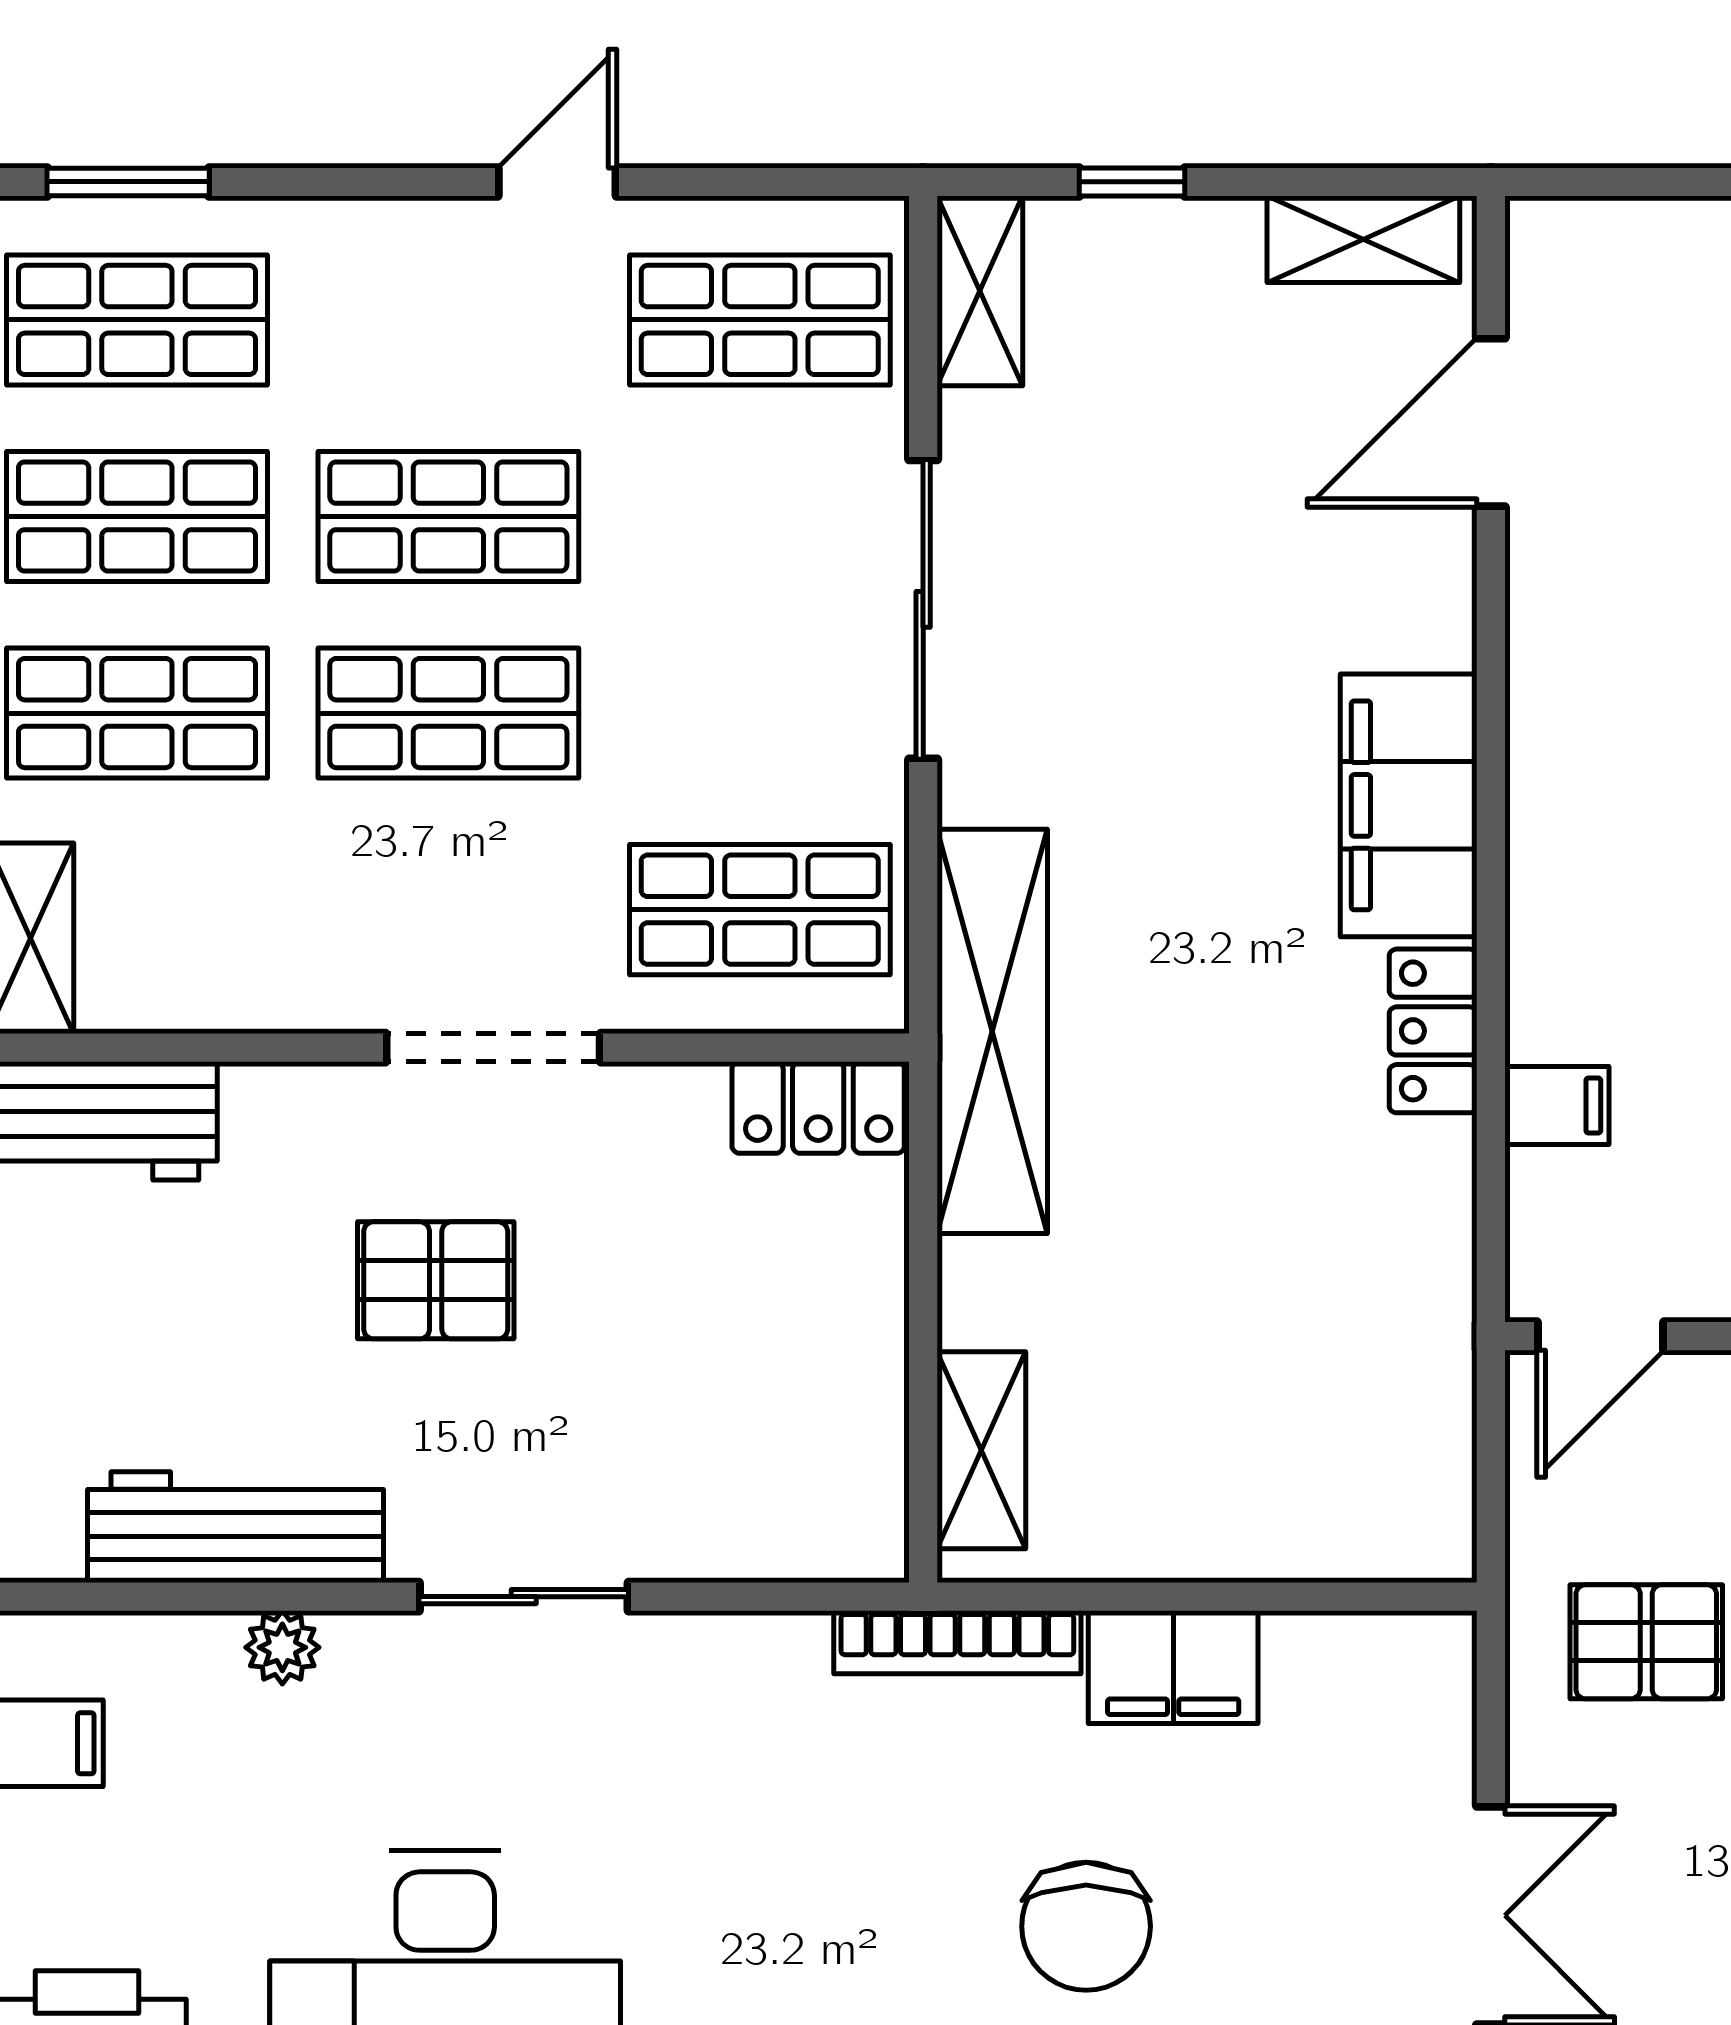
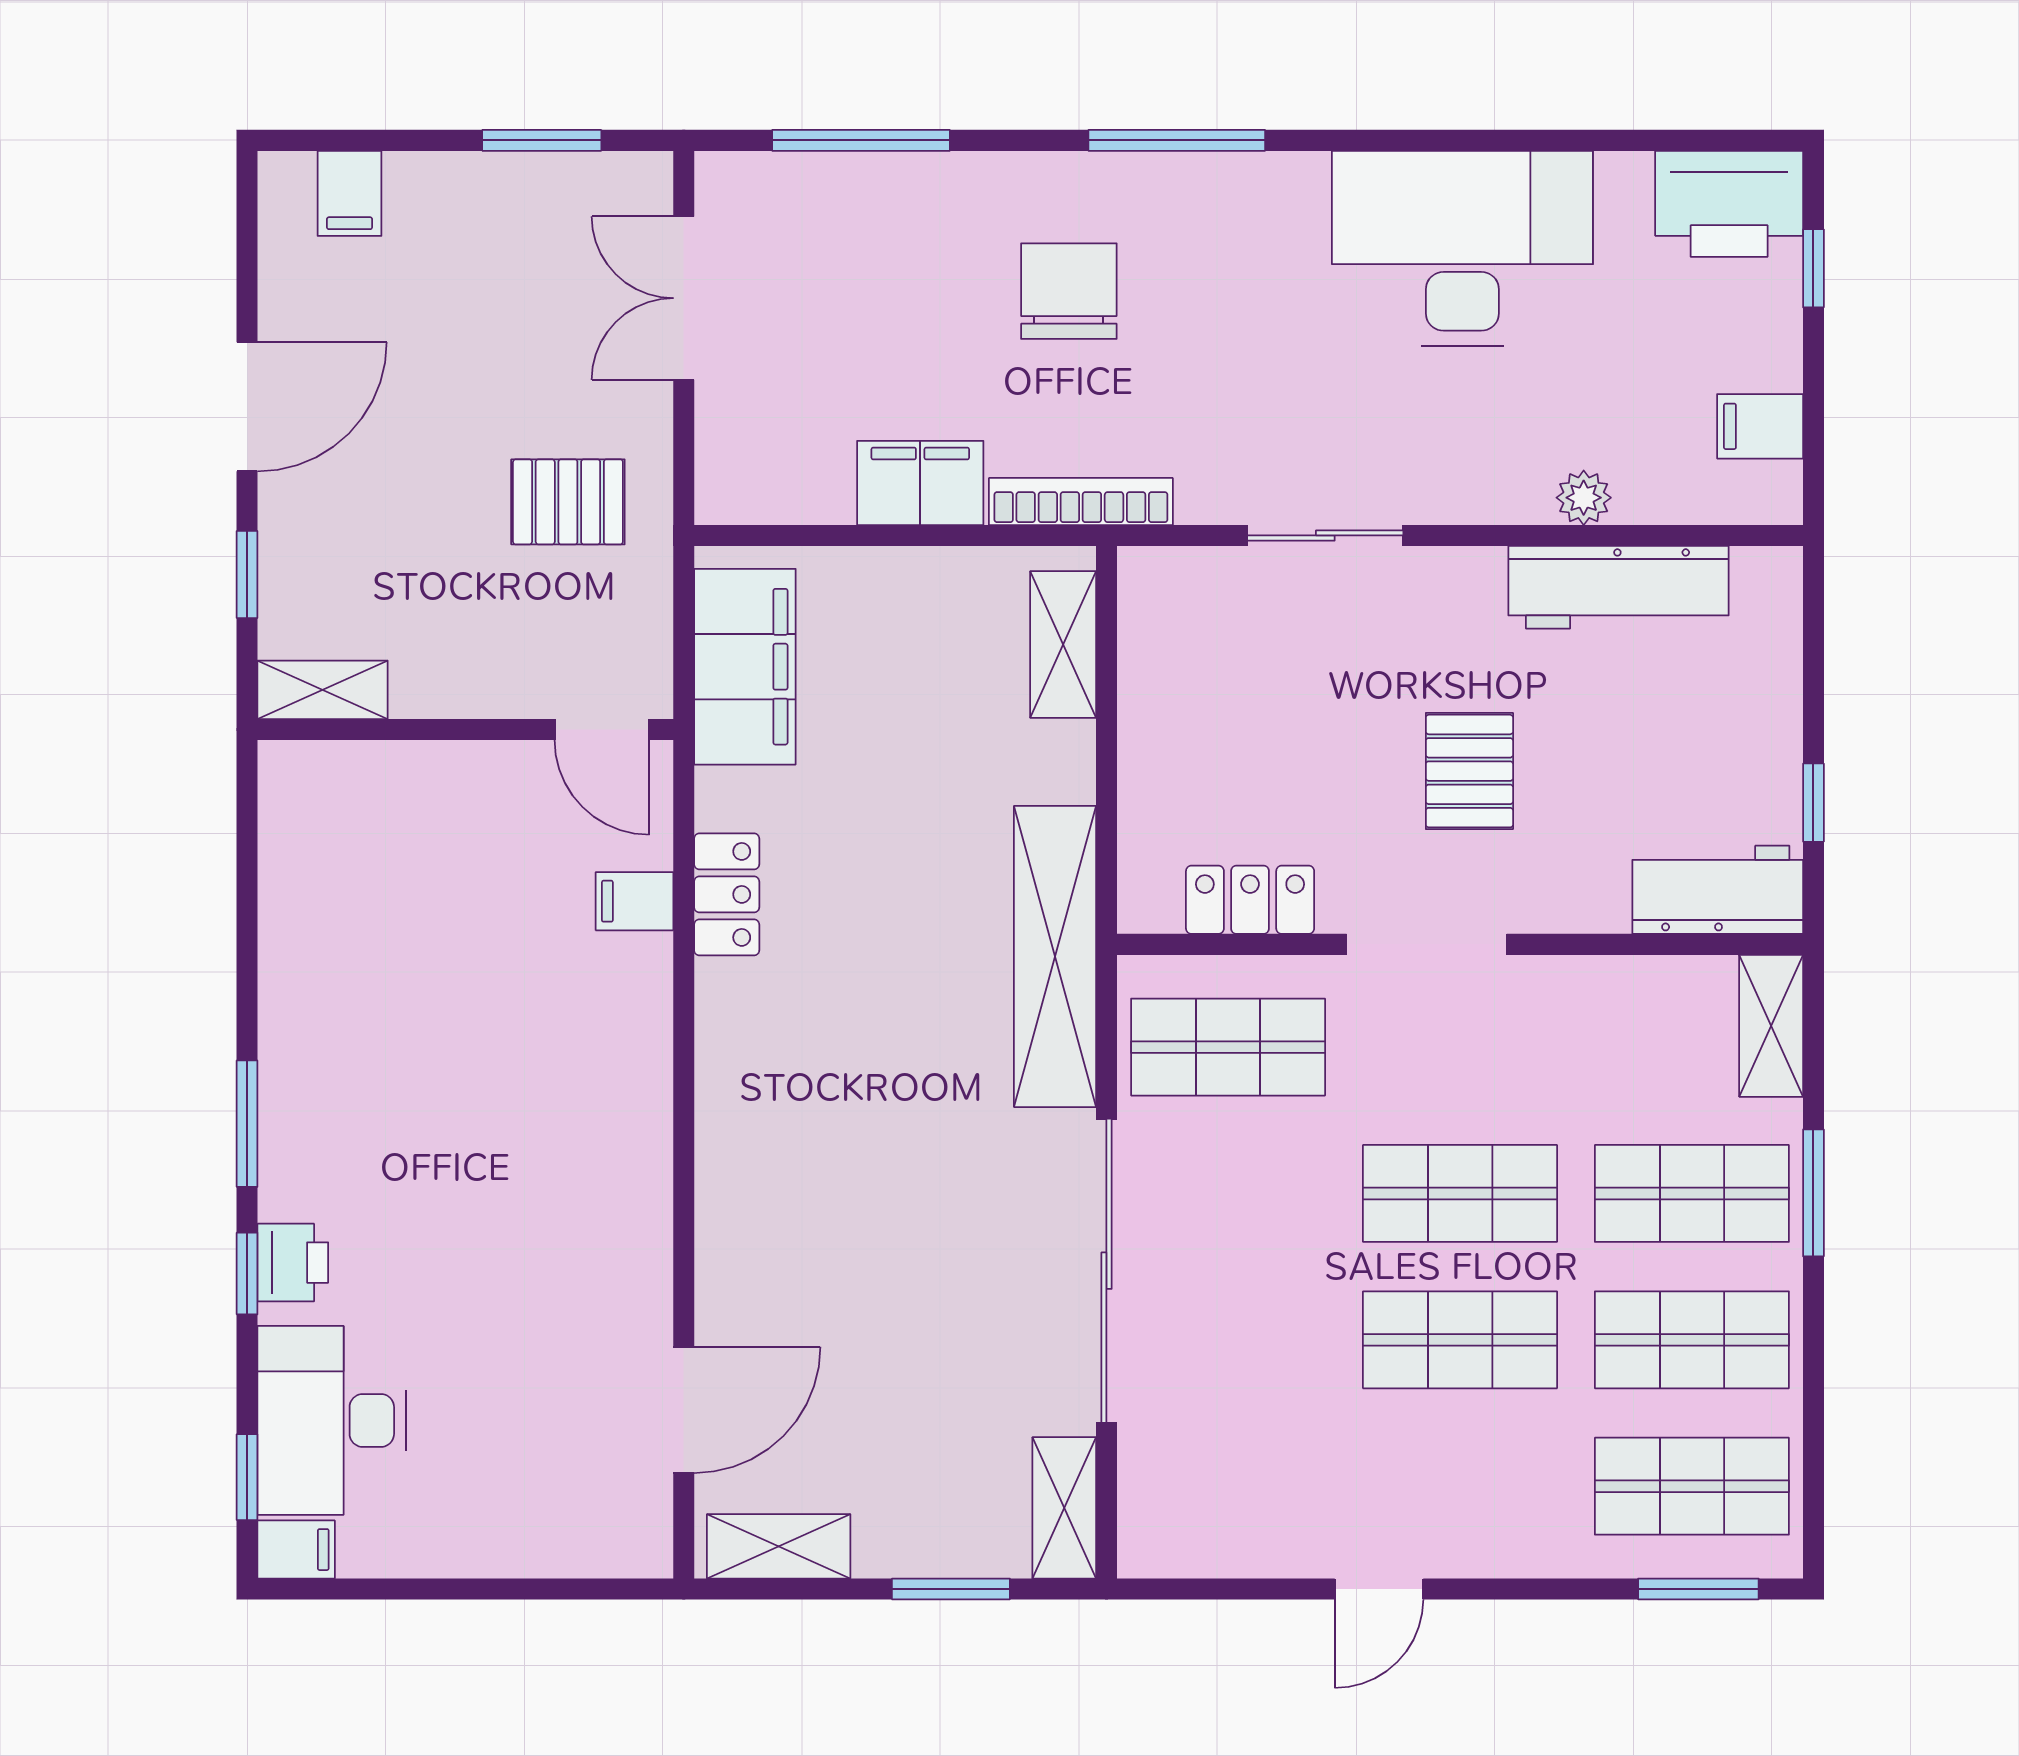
window: (1132, 182) -> (951, 1589), width x1.50
shop shelf: (760, 320) -> (1228, 1486), removed
sliding door: (923, 609) -> (1106, 1271), width x1.36
filing cabinet: (1409, 805) -> (745, 667), moved
locker: (1433, 1031) -> (727, 894), moved
locker: (818, 1107) -> (1250, 900), moved
pallet: (436, 1280) -> (1469, 771), turned 90
door: (1601, 1336) -> (602, 730), swing flipped
sliding door: (524, 1597) -> (1325, 535), moved
chair: (1086, 1926) -> (1069, 291), moved

